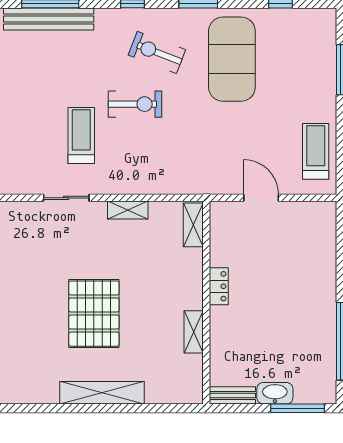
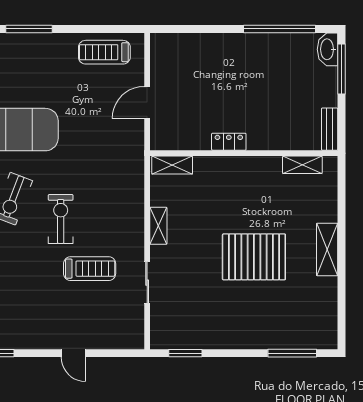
treadmill: (81, 135) -> (90, 269), turned 180
shelving: (194, 332) -> (302, 165), moved
shelving: (102, 393) -> (327, 249), width x0.68
washbasin: (275, 393) -> (328, 49), moved

